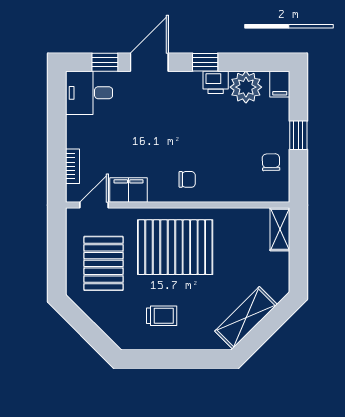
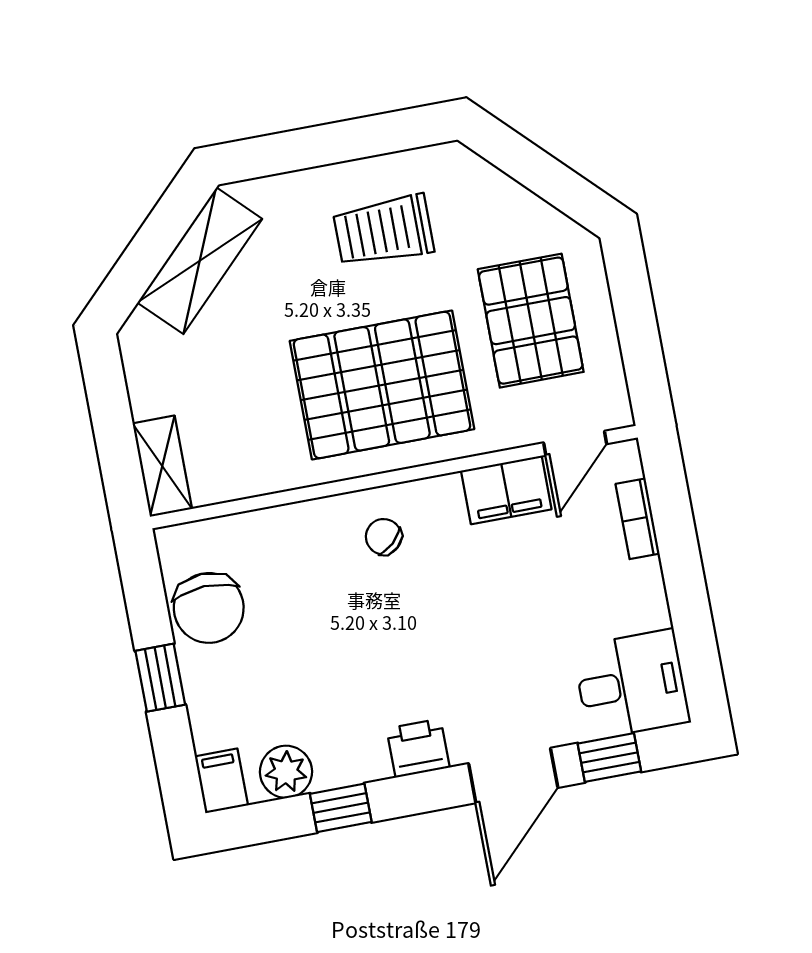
window: (205, 62) -> (341, 808), moved
printer: (216, 82) -> (418, 748), moved
plant: (246, 87) -> (286, 772), width x0.73, depth x0.73
chair: (271, 162) -> (209, 608), width x1.87, depth x1.87
chair: (187, 179) -> (384, 537), turned 48
trolley: (162, 316) -> (384, 231), width x1.36, depth x1.39

